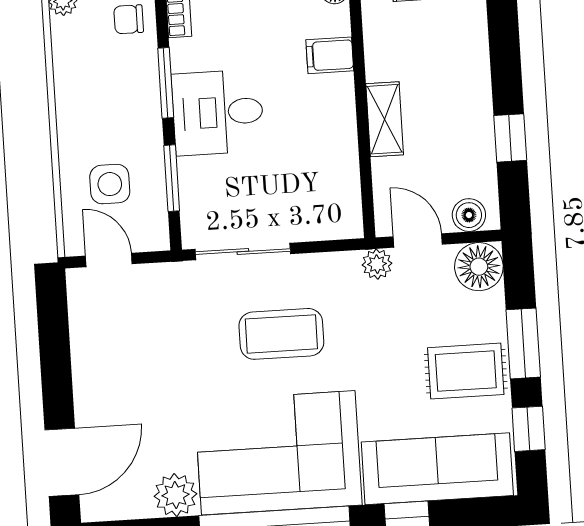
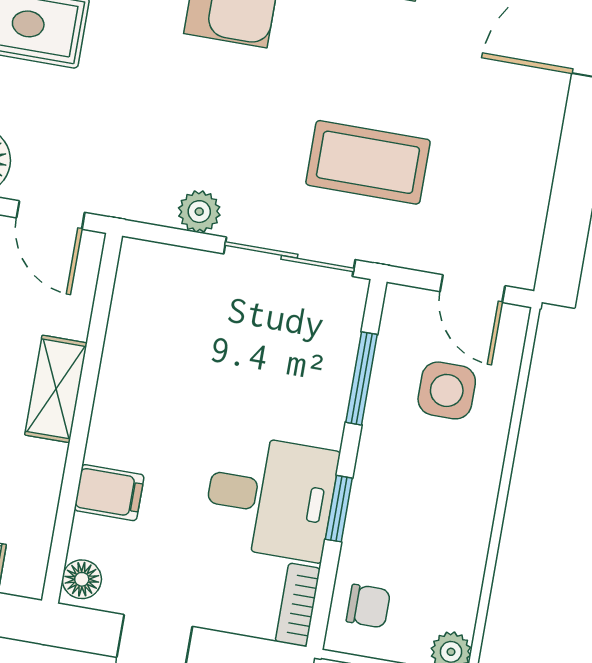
window: (166, 83) -> (339, 509), width x0.67
desk: (218, 112) -> (270, 497), moved
plant: (377, 264) -> (199, 212), moved
coffee table: (281, 334) -> (368, 162), moved

